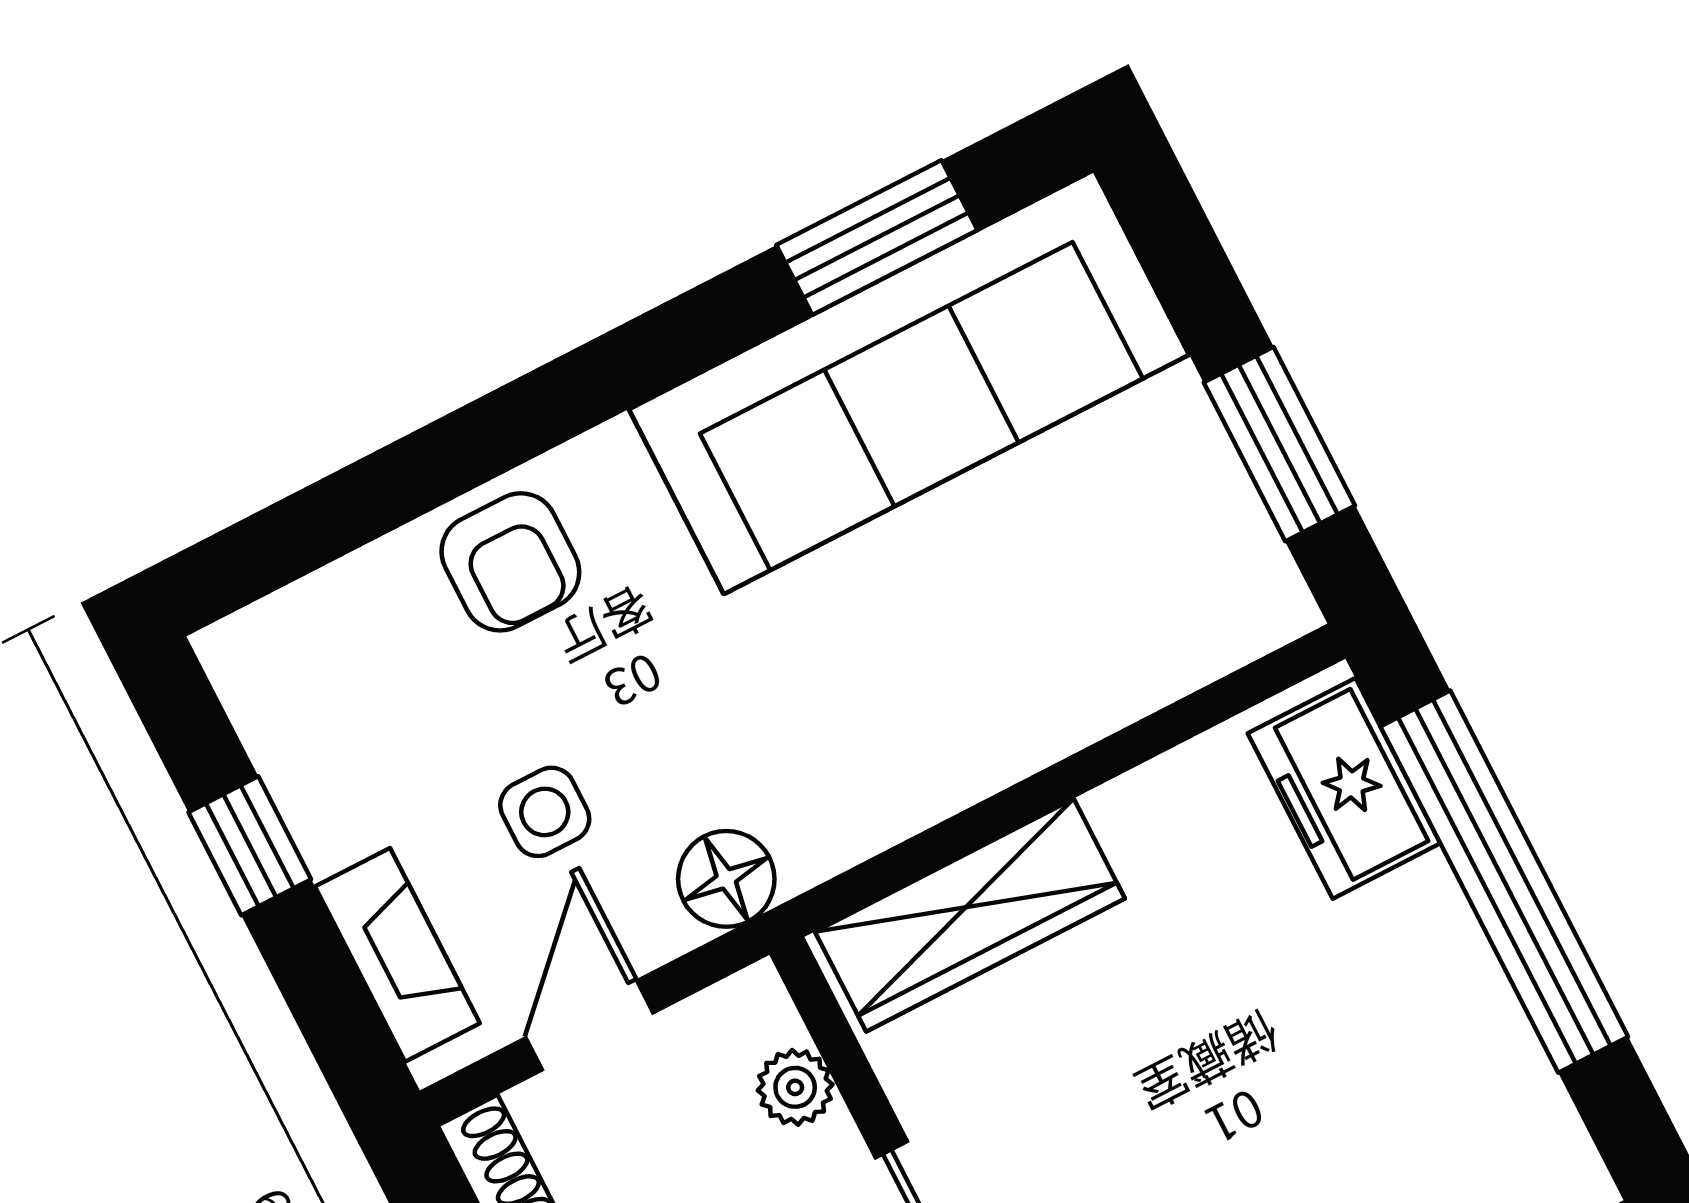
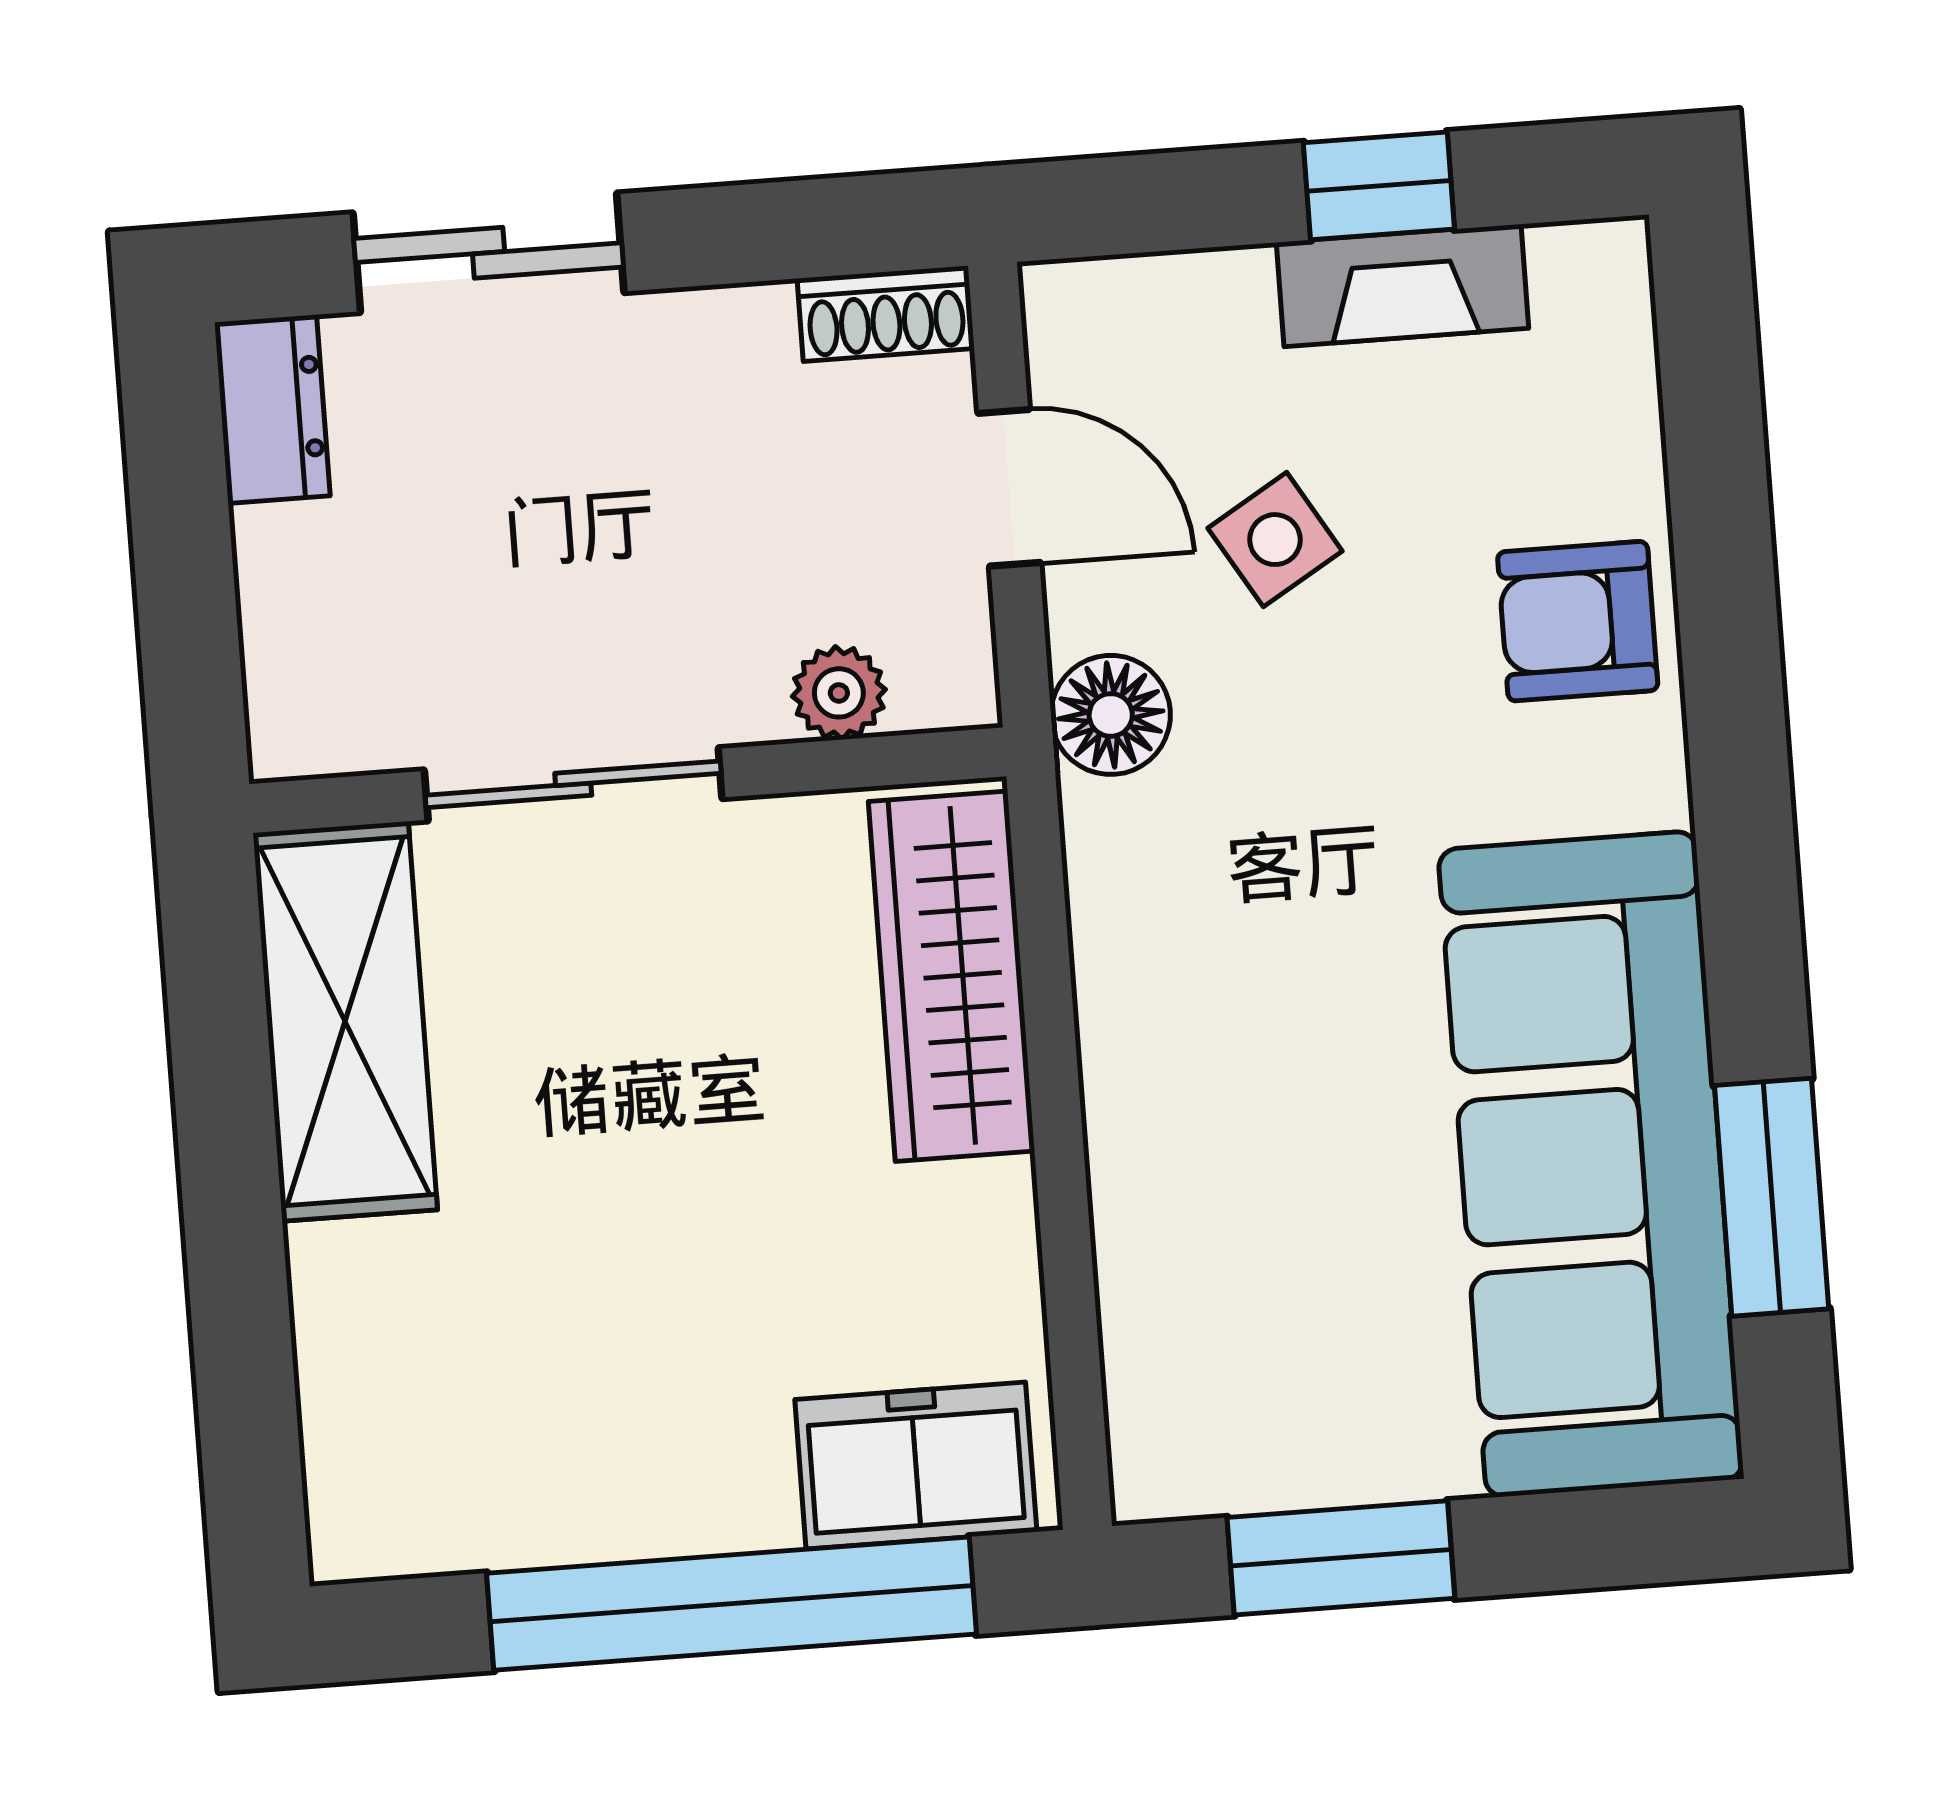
side table: (545, 812) -> (1275, 540), turned -31
fireplace: (397, 955) -> (1402, 285), moved

